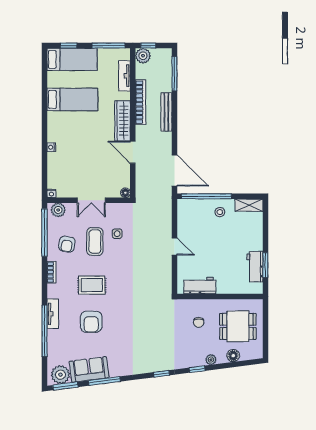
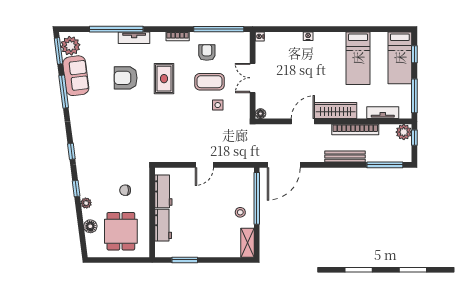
plant: (58, 210) -> (243, 43), removed
armchair: (67, 244) -> (207, 53), turned 80
workbench: (255, 267) -> (163, 225), moved, turned 90

